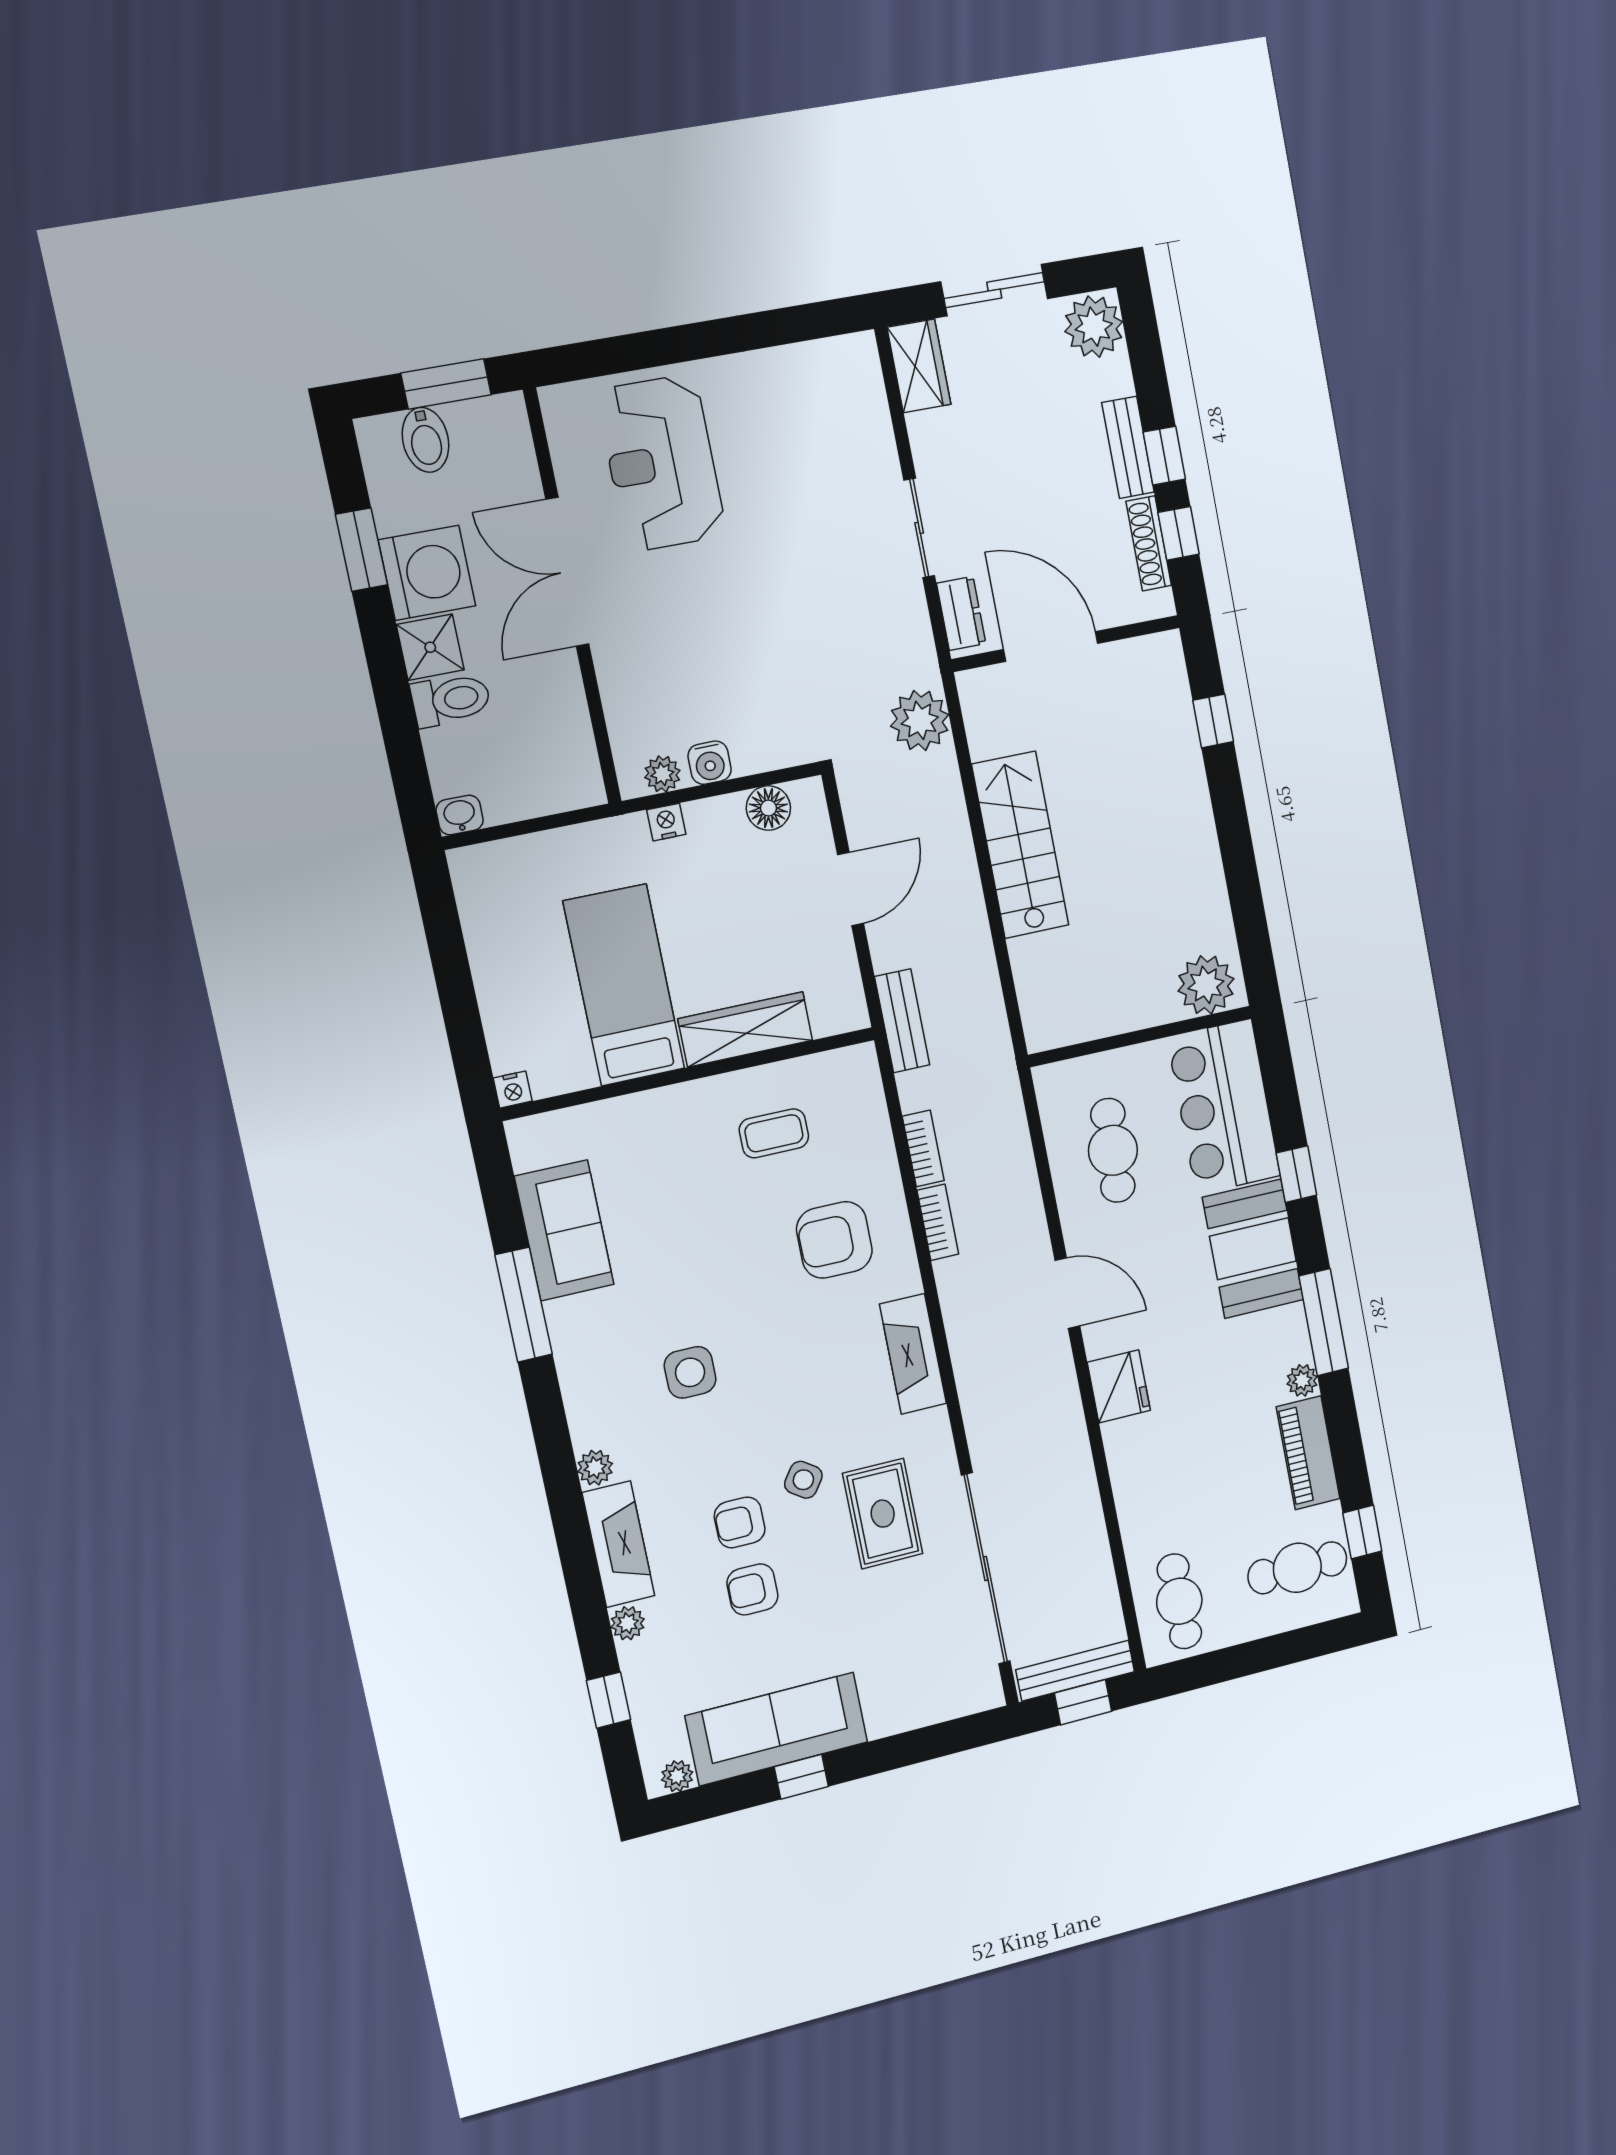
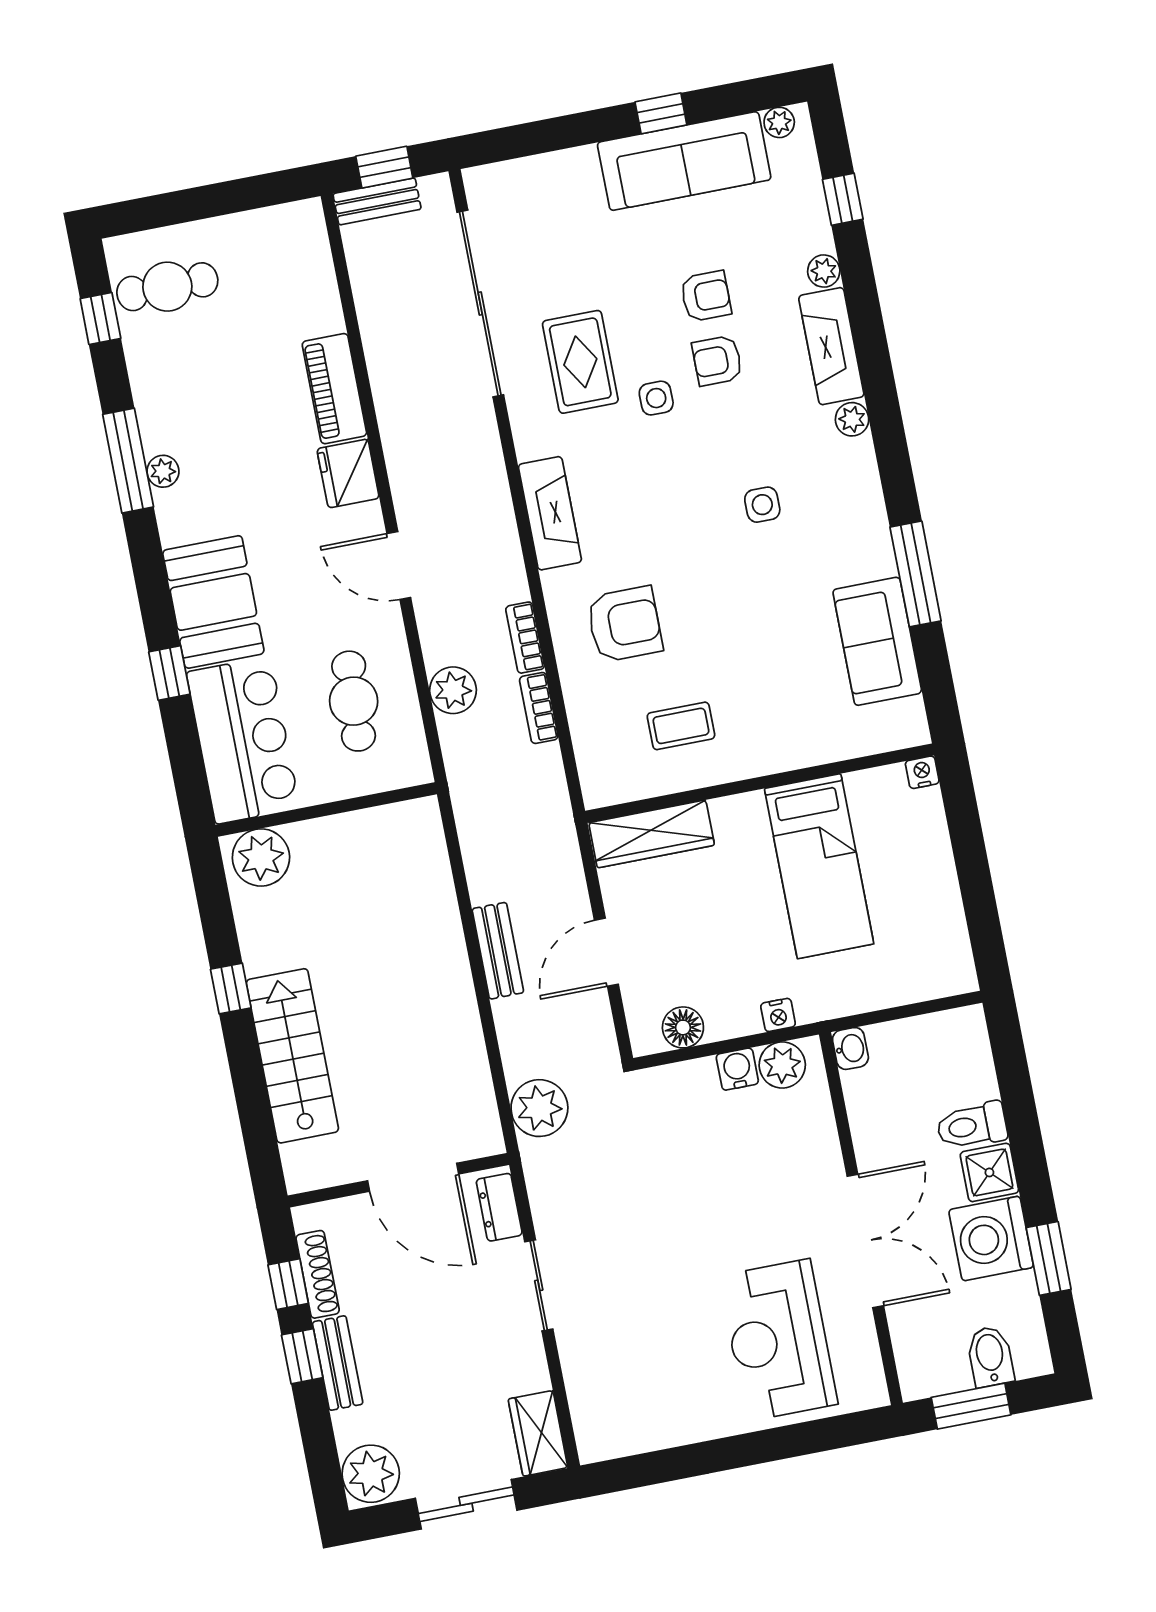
reception desk: (661, 463) -> (778, 1340), turned 180
window: (1213, 721) -> (231, 988), moved
plant: (662, 774) -> (782, 1065), width x1.38, depth x1.38
washbasin: (460, 815) -> (850, 1048), moved, turned -90
stairs: (1020, 845) -> (292, 1056), moved, turned 180
bench: (902, 1021) -> (498, 951), moved
wardrobe: (745, 1029) -> (652, 834), moved
plant: (1012, 1165) -> (453, 690), added
window: (1324, 1322) -> (128, 461), moved
side table: (690, 1372) -> (762, 505), width x0.73, depth x0.73
piano: (1308, 1453) -> (334, 389), moved, turned 180
side table: (803, 1480) -> (656, 398), turned -35
armchair: (740, 1522) -> (717, 361), turned 180
cafe table: (1179, 1601) -> (288, 260), removed
bench: (1075, 1671) -> (377, 201), width x0.73

